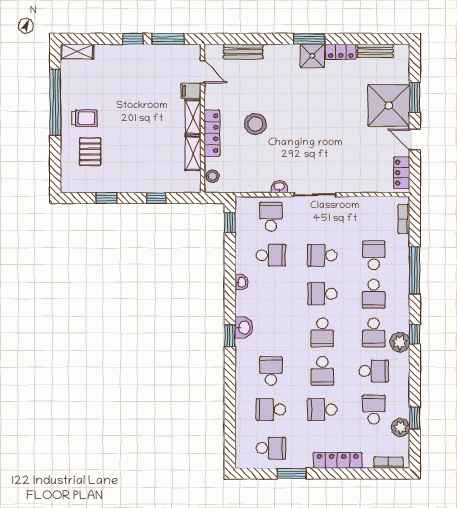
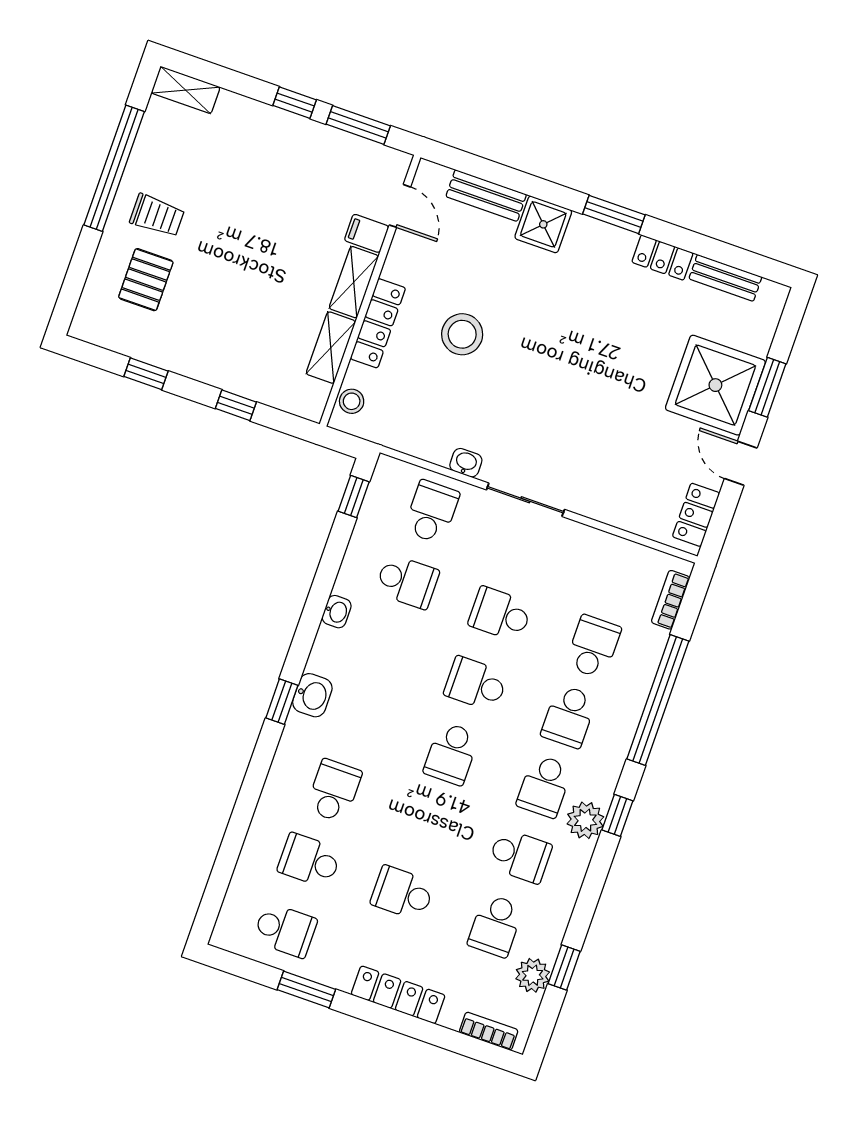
shower: (312, 56) -> (543, 224), moved
window: (415, 270) -> (658, 700), width x1.46
school desk: (322, 371) -> (427, 823), removed
school desk: (374, 409) -> (495, 926), turned 180

